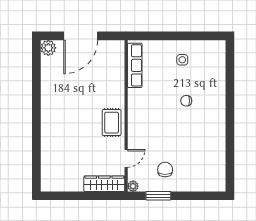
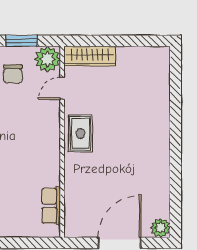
row of seats: (135, 65) -> (51, 206), width x0.68
plant: (133, 186) -> (47, 59), width x1.88, depth x1.88

